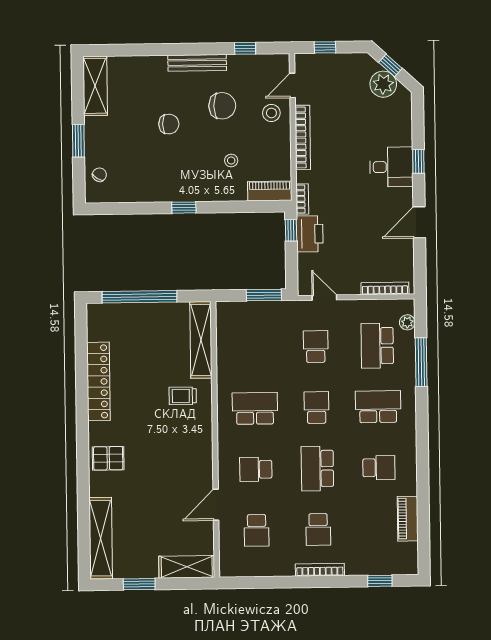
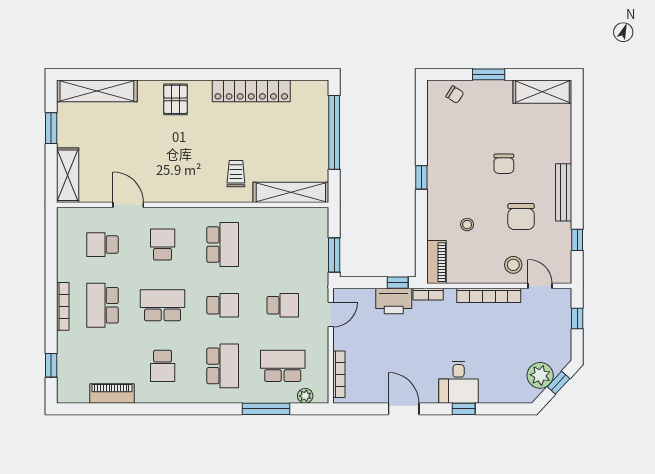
school desk: (318, 529) -> (102, 305), width x1.85

